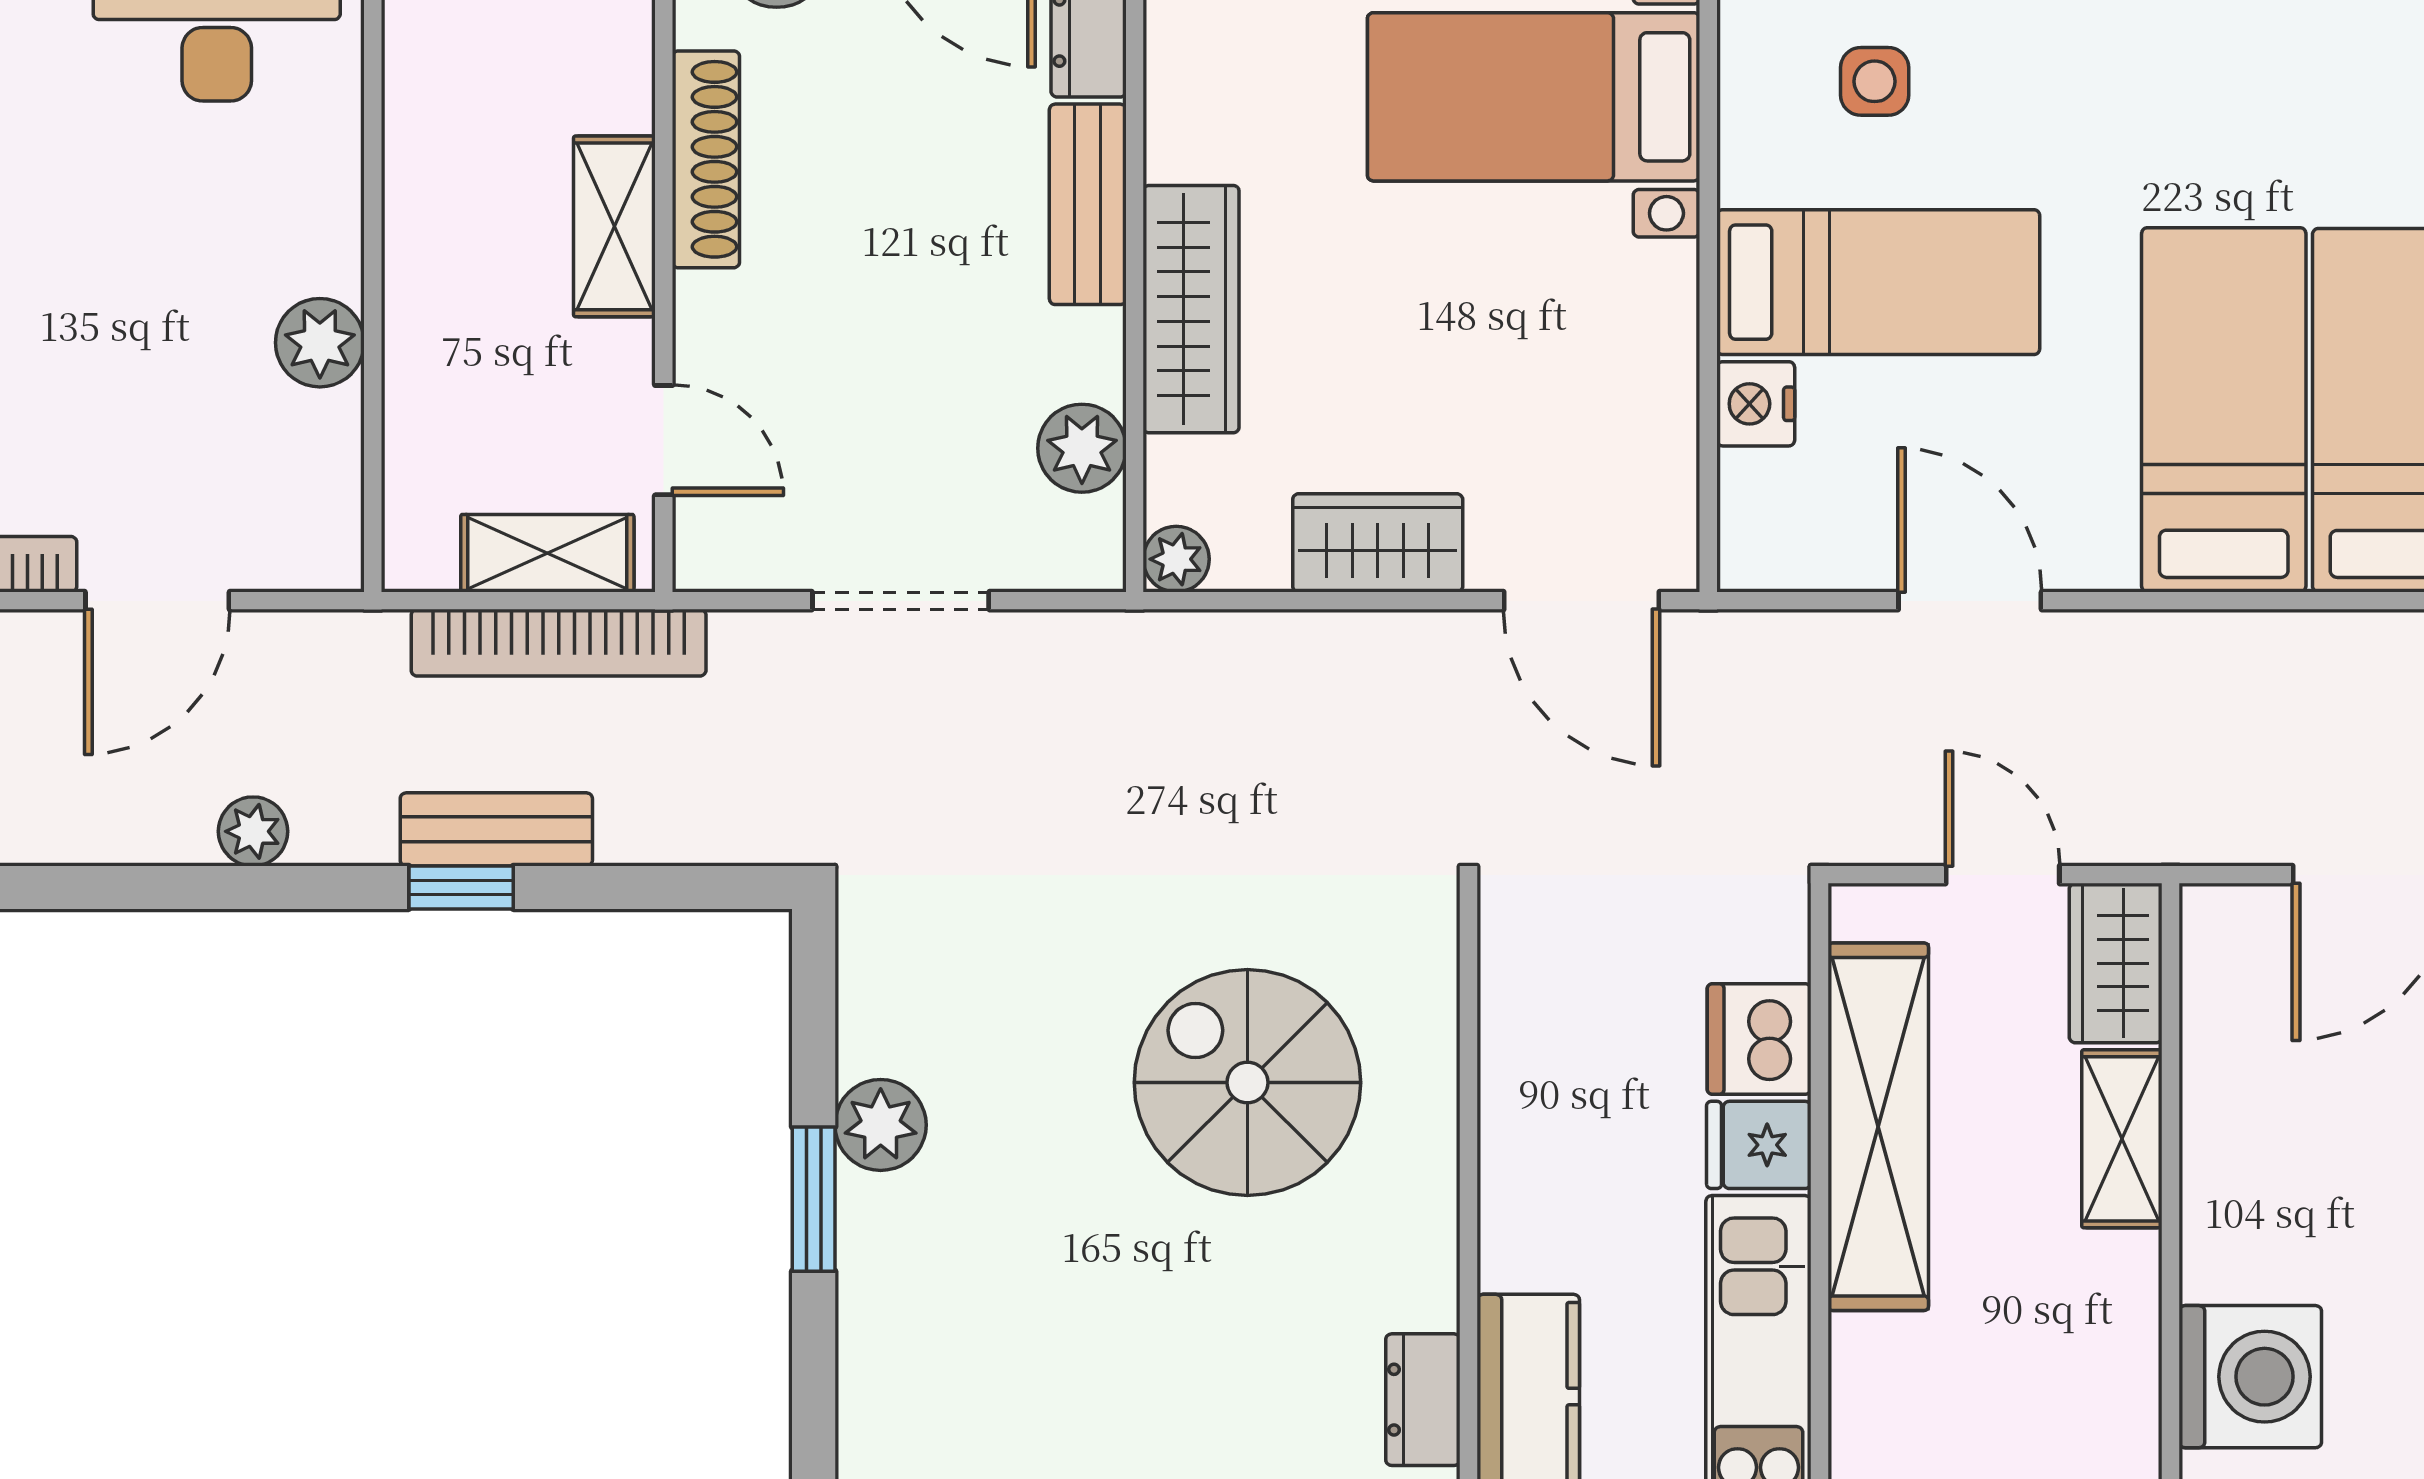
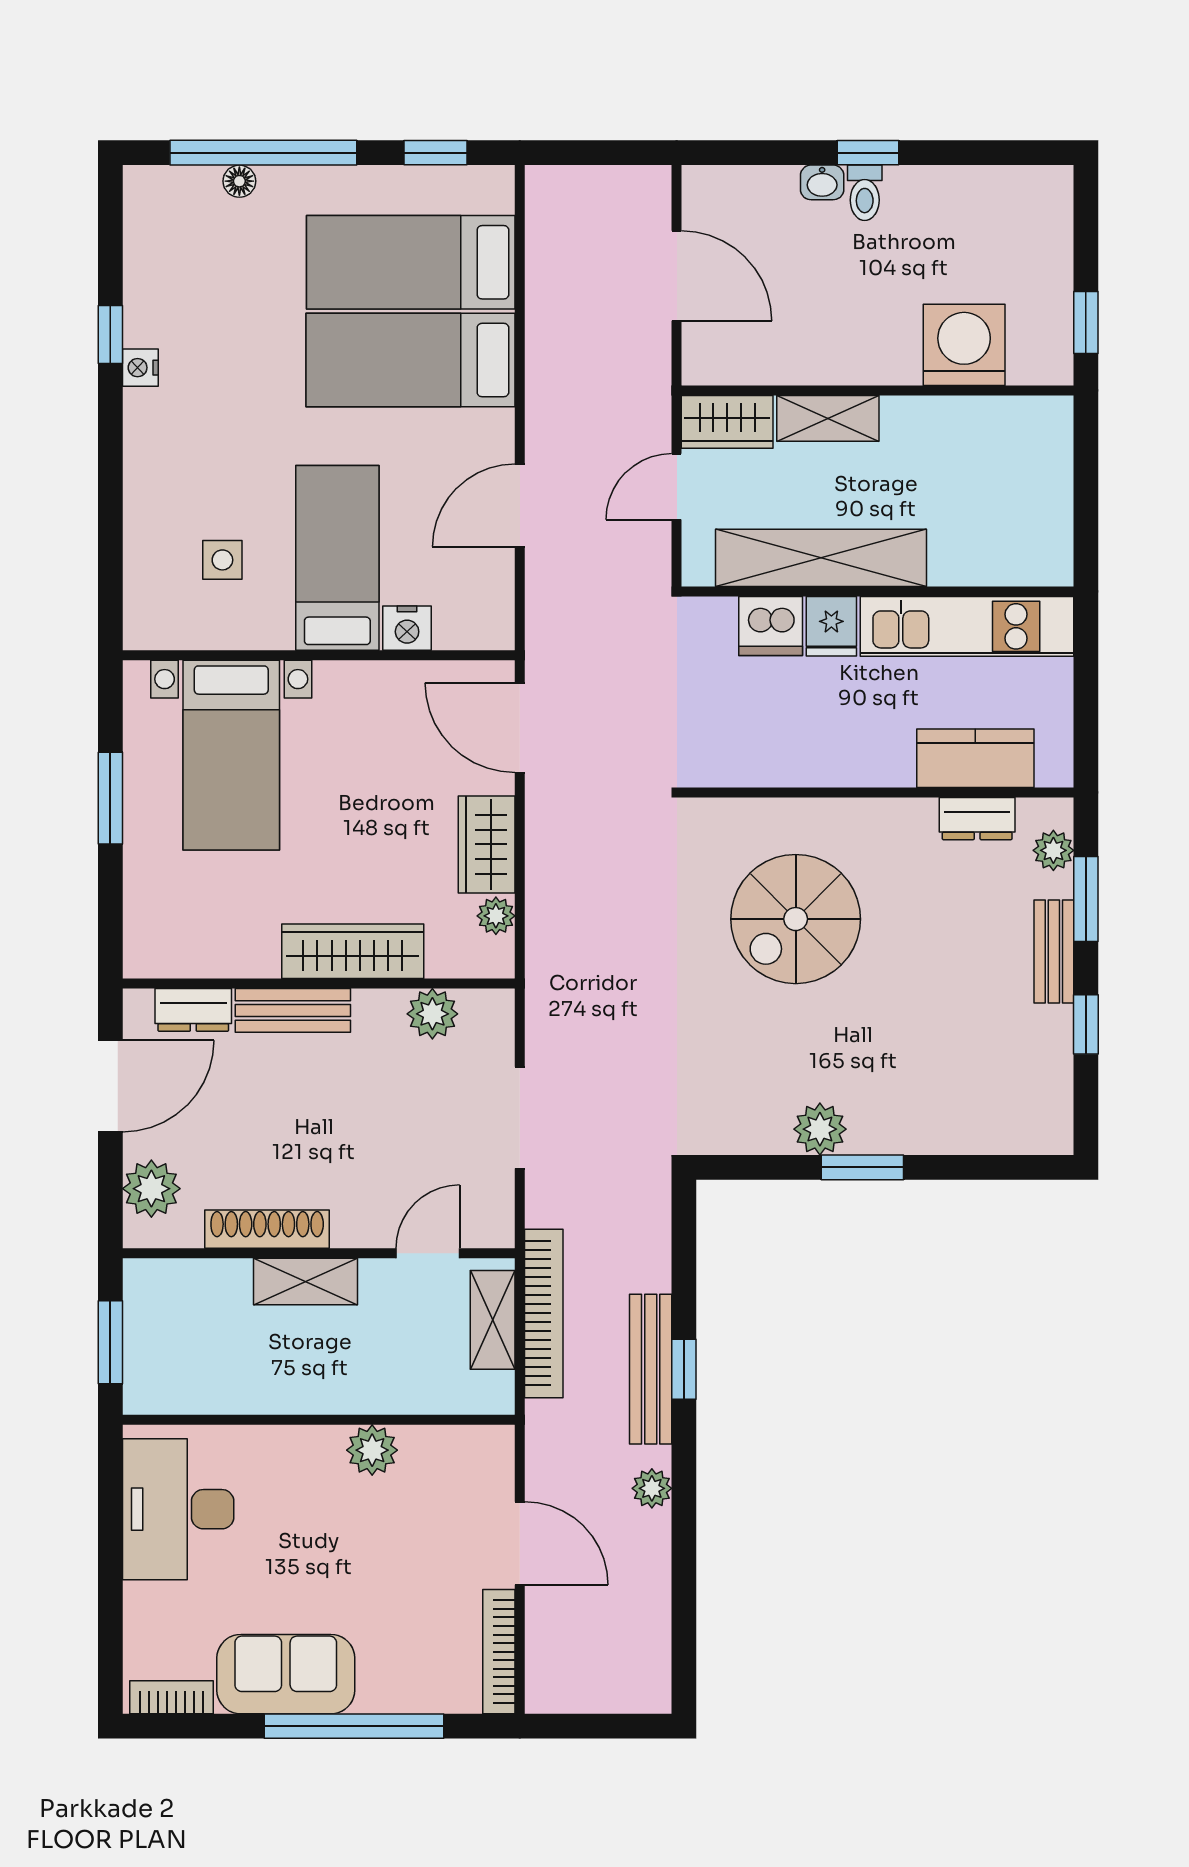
plant: (1176, 559) -> (496, 916), moved
door: (1582, 601) -> (520, 728), swing flipped
bench: (496, 829) -> (651, 1369), width x1.36

